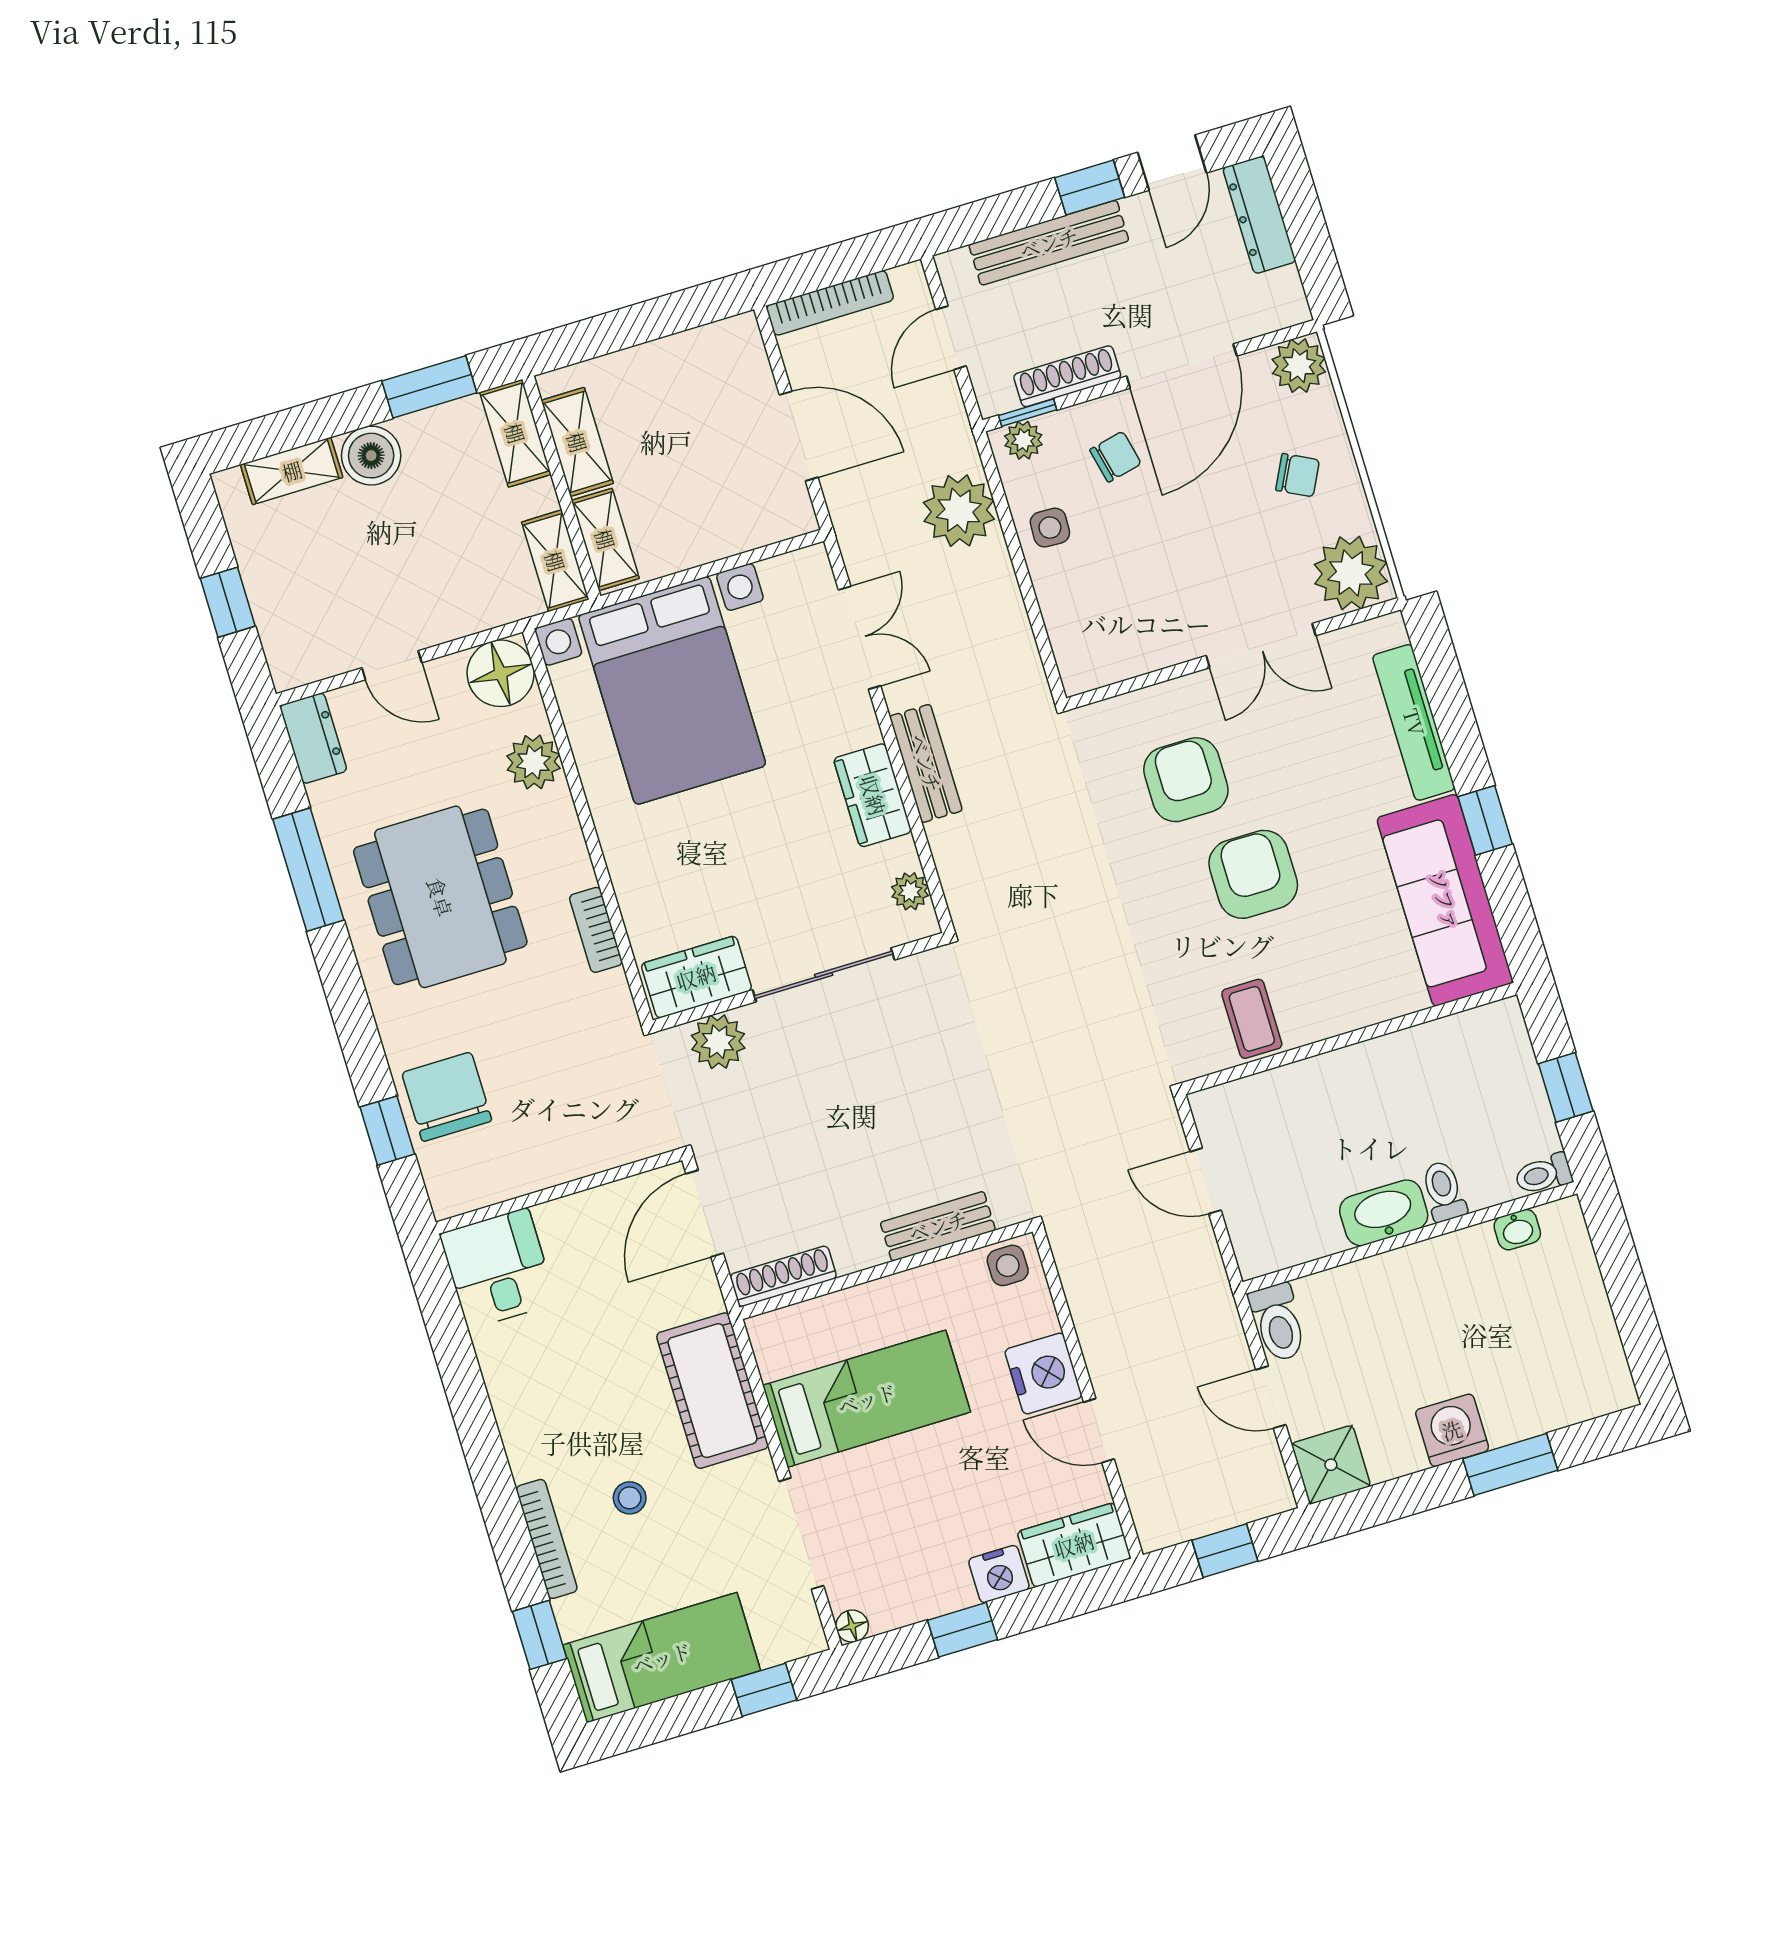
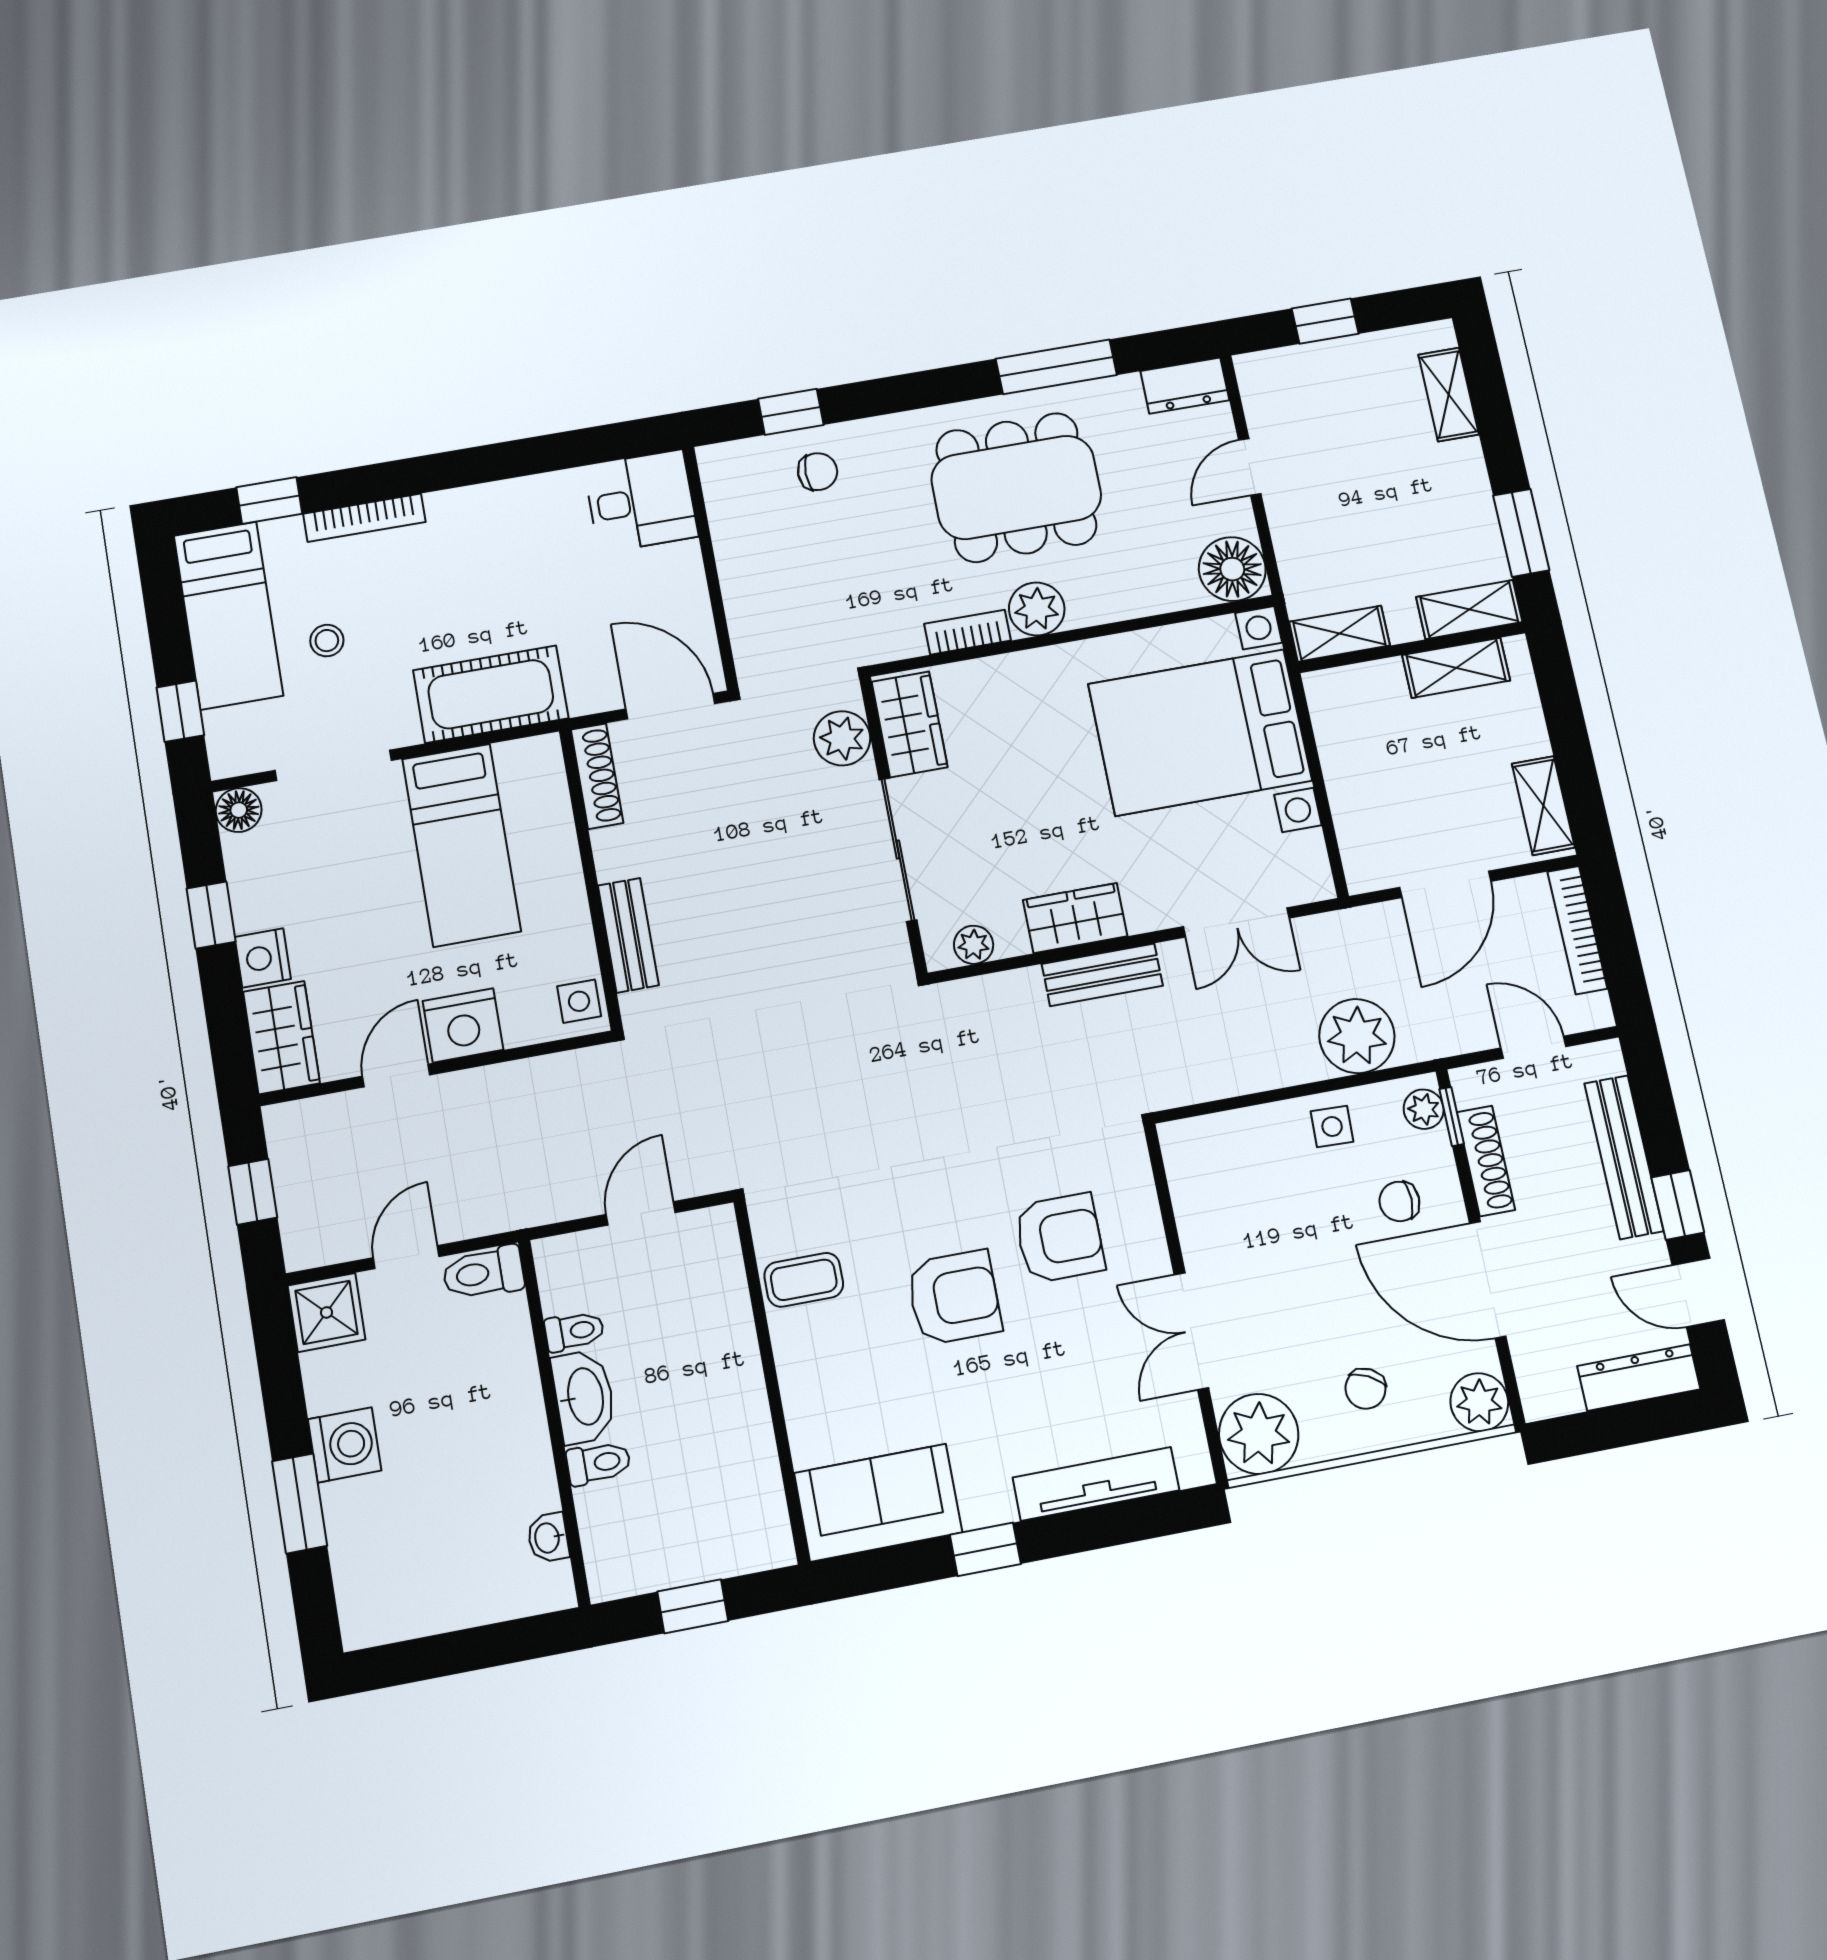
boiler: (371, 456) -> (1458, 470), removed
chair: (1115, 457) -> (1399, 1201), turned 103
shelving: (605, 539) -> (1543, 806), moved, turned 90
plant: (533, 762) -> (1037, 609), moved
sofa: (1445, 900) -> (878, 1503), width x0.73
chair: (447, 1097) -> (818, 472), width x0.54, depth x0.54
toilet: (1543, 1174) -> (574, 1331), moved, turned 90
stool: (630, 1498) -> (327, 641), moved
floor lamp: (852, 1626) -> (239, 810), width x1.37, depth x1.37

